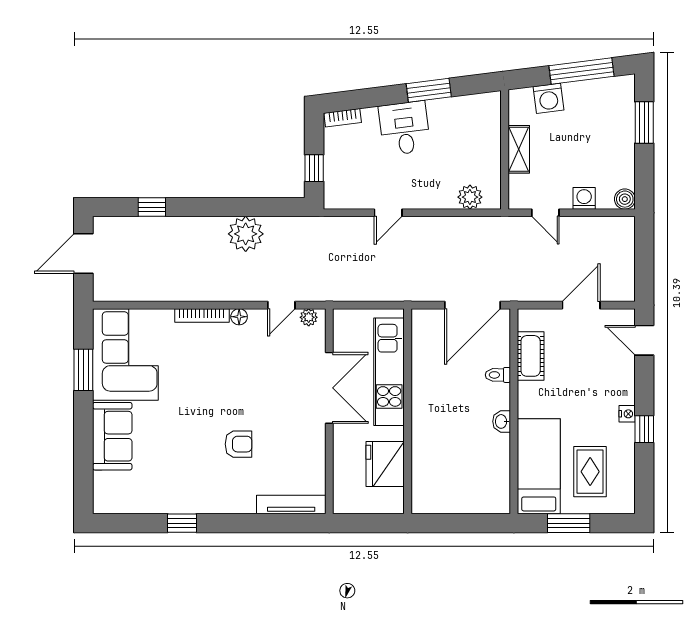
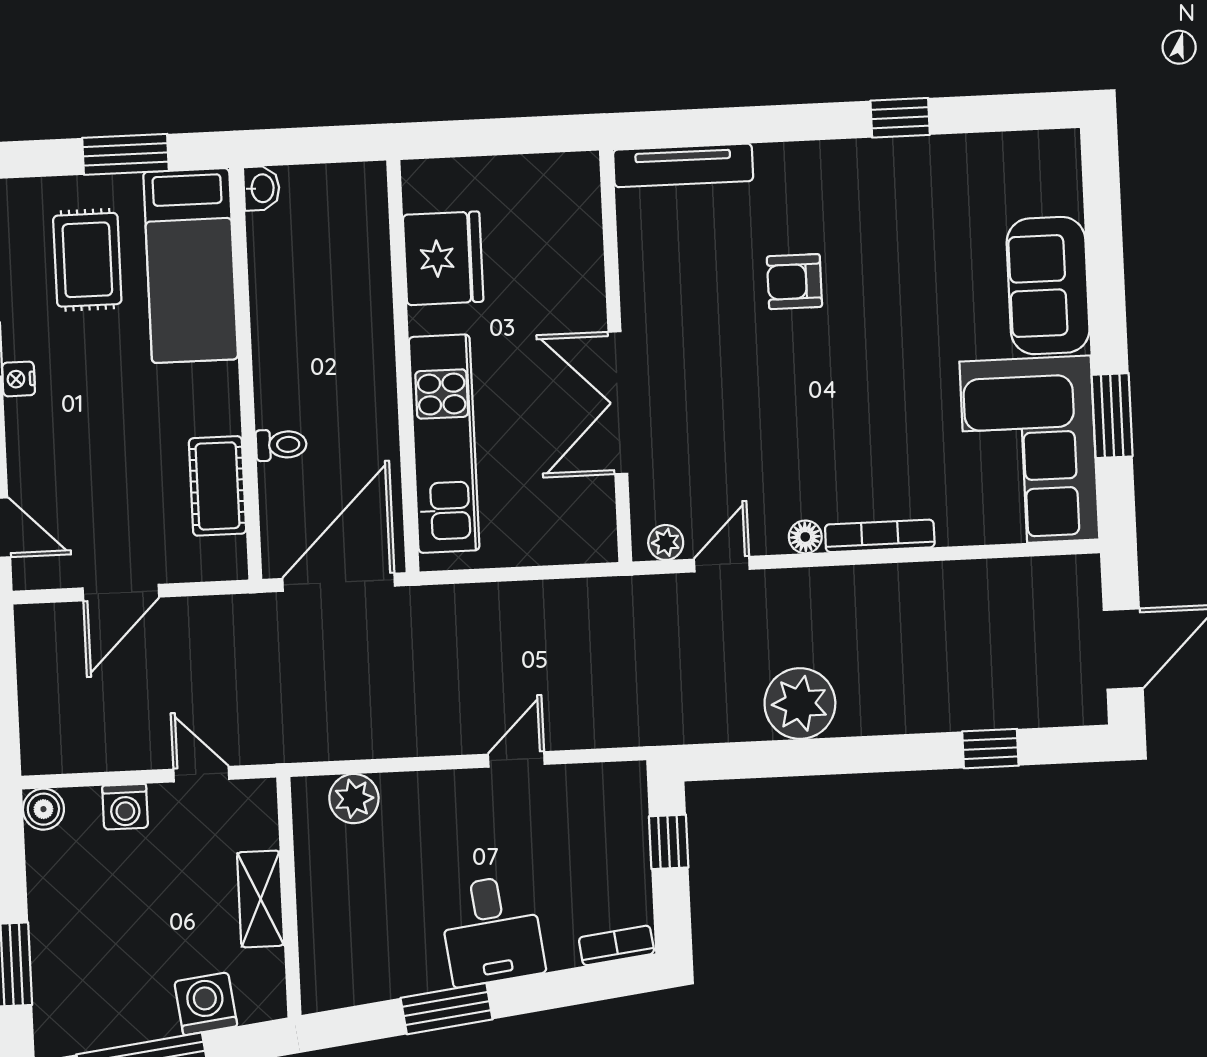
kitchen unit: (389, 372) -> (444, 444), moved
wall: (408, 411) -> (403, 366), moved
washbasin: (502, 421) -> (262, 188), moved
fridge: (385, 464) -> (443, 258), moved

